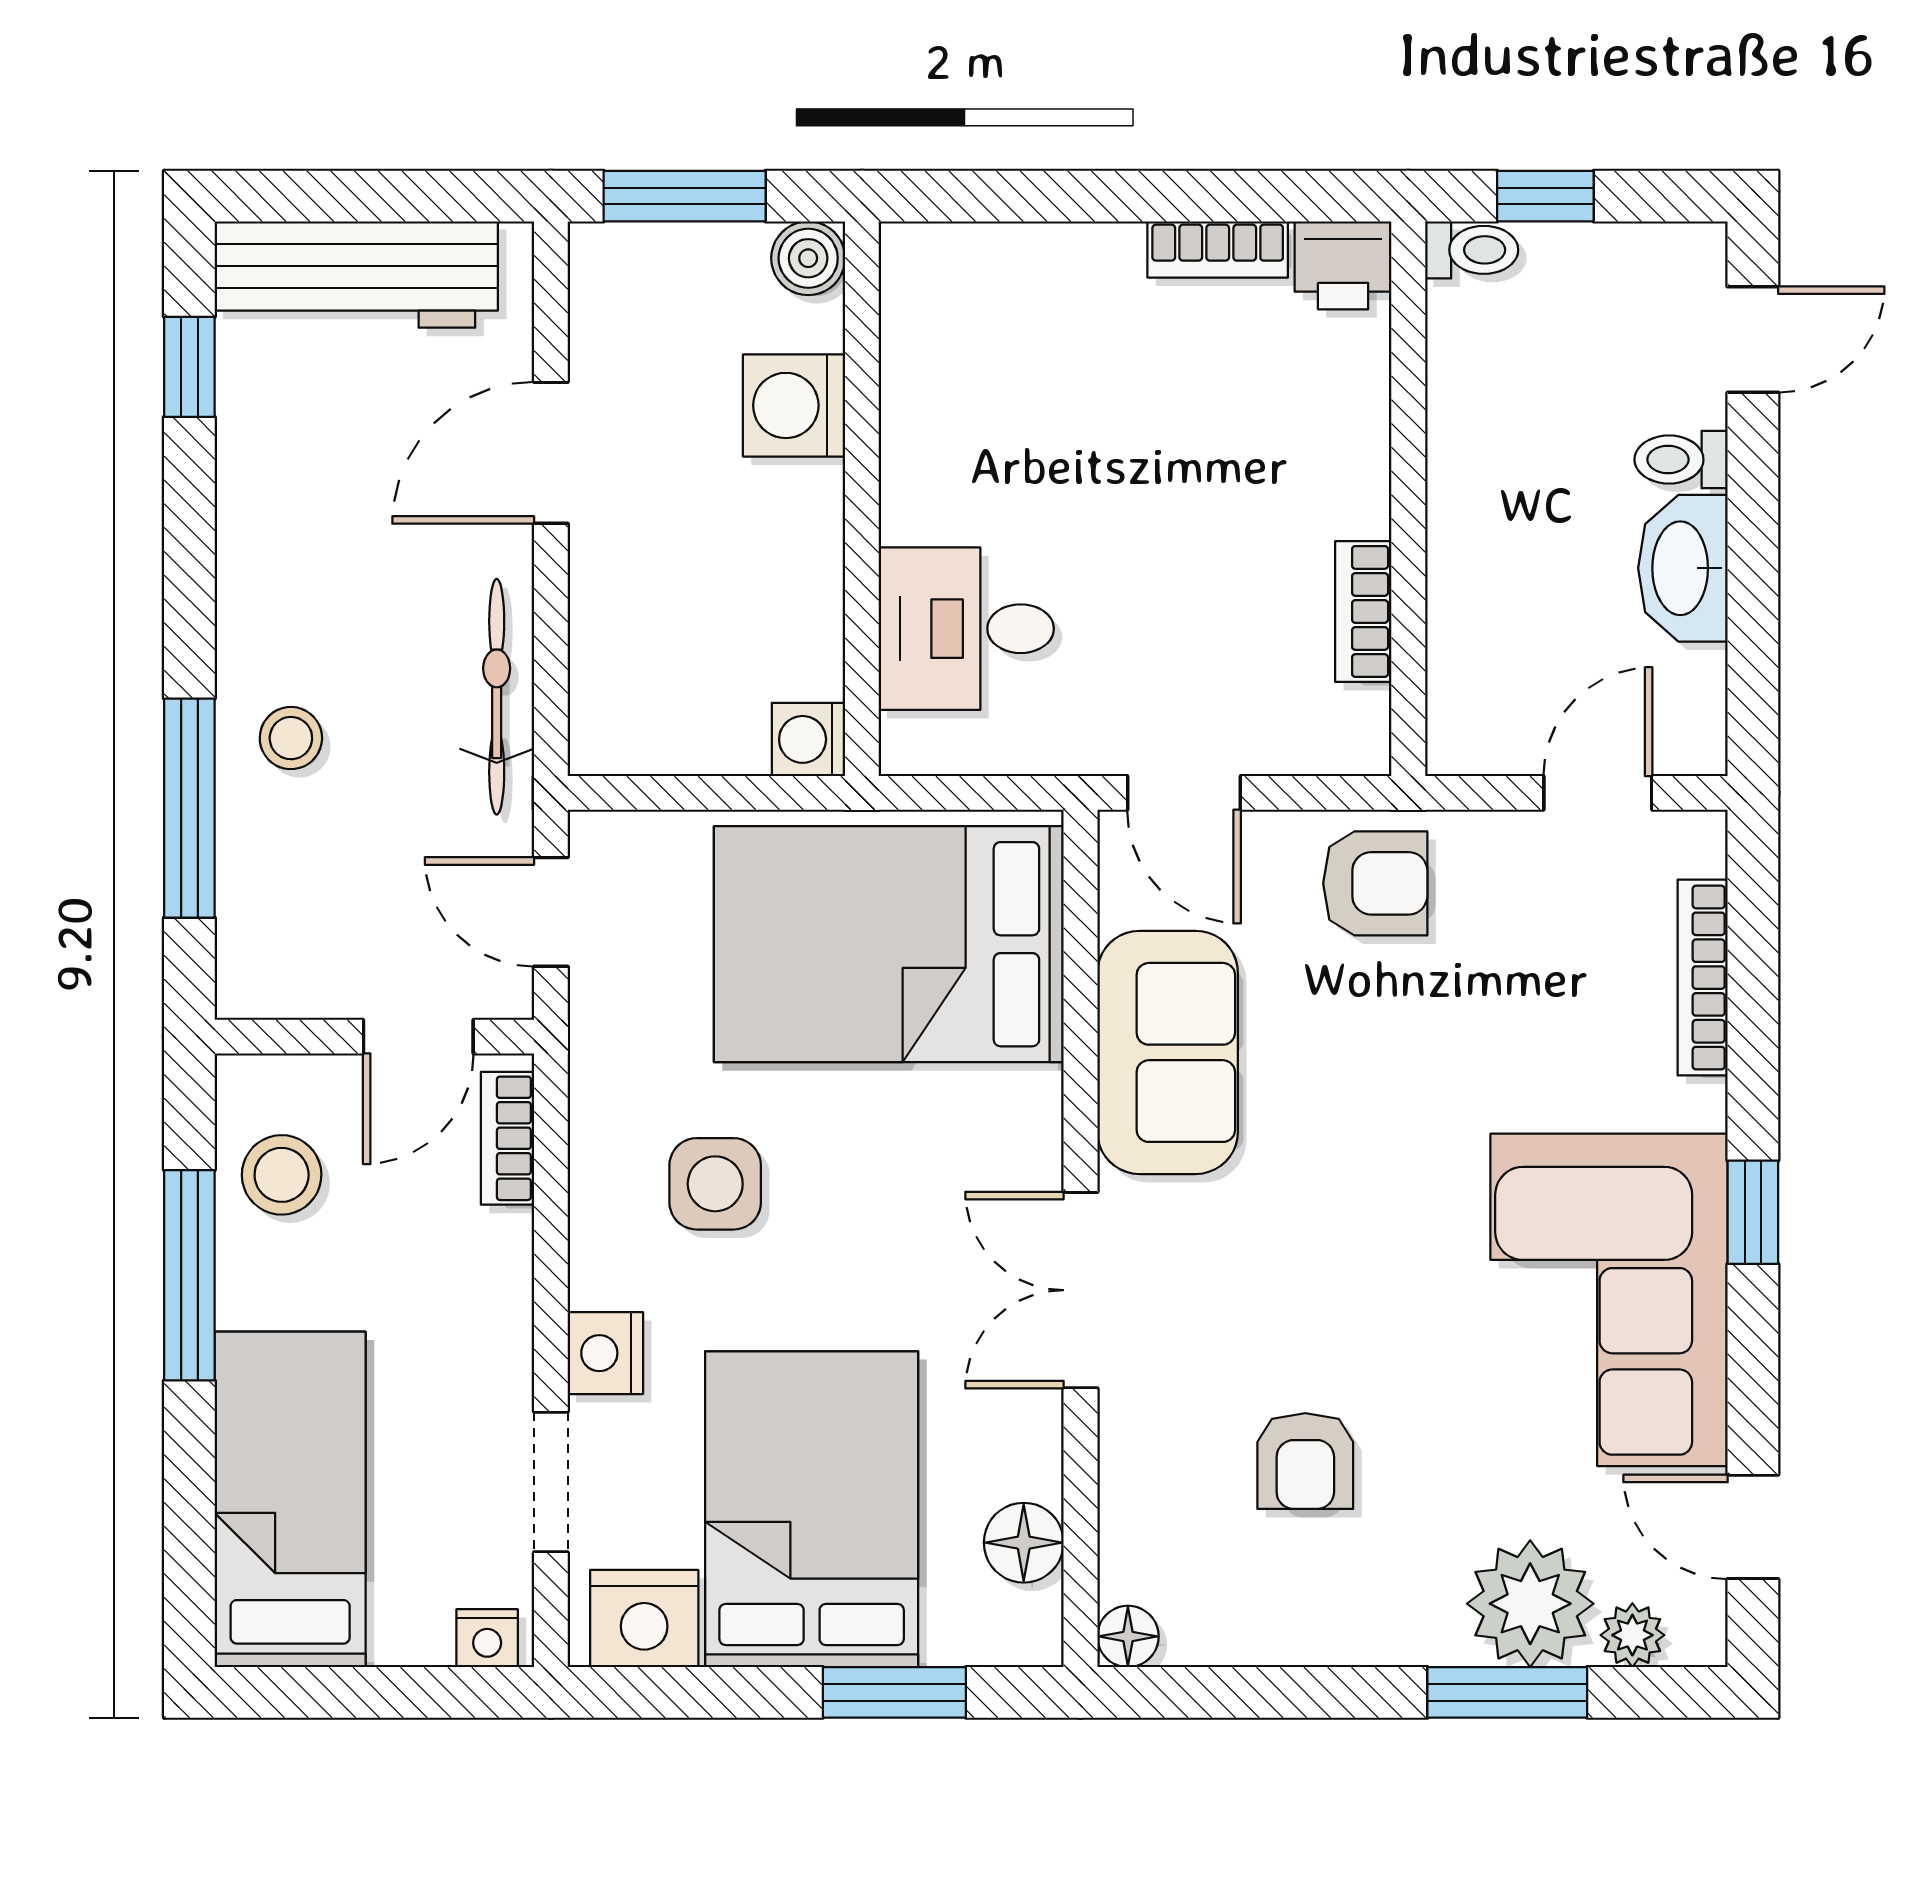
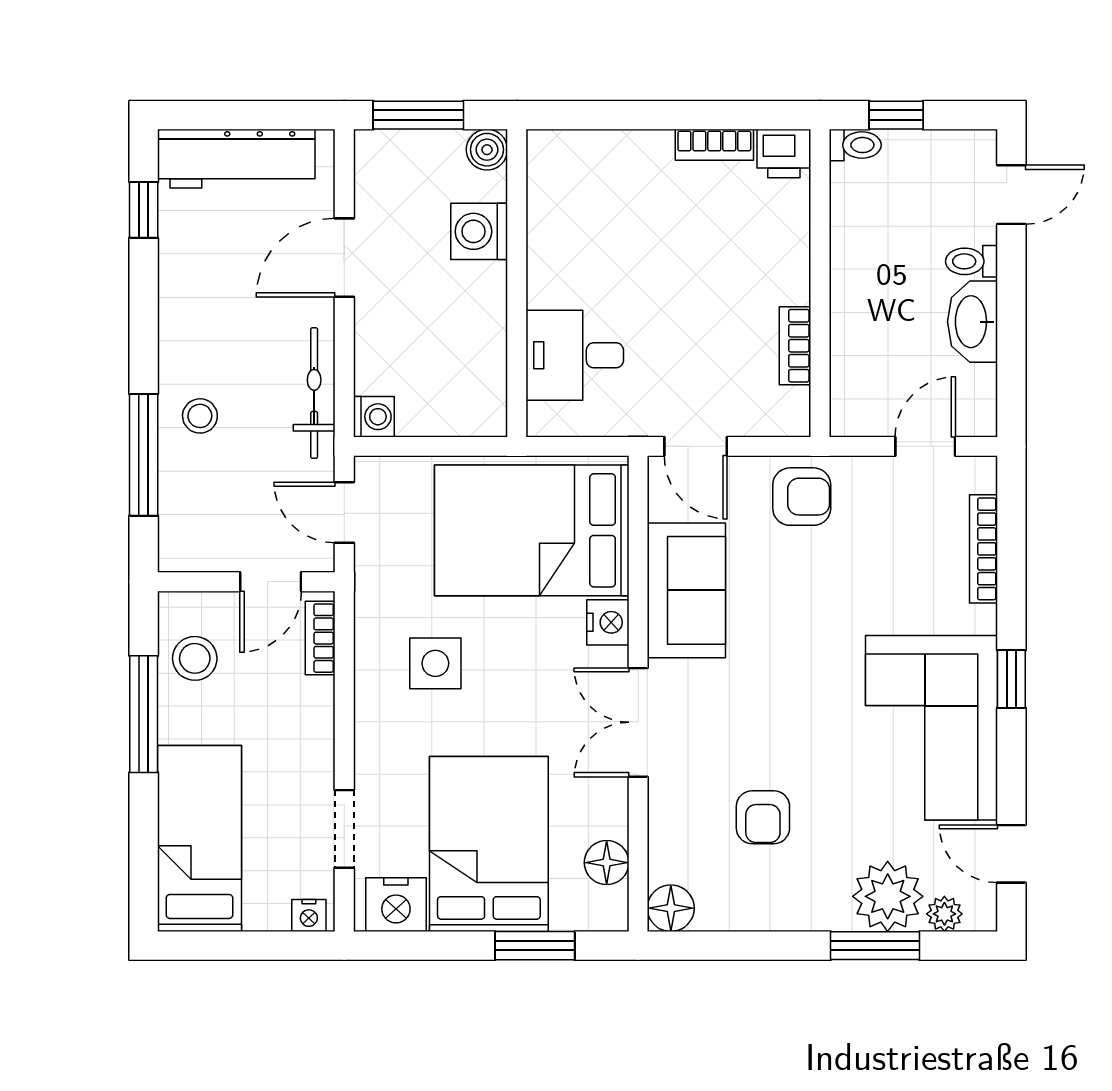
washing machine: (808, 739) -> (374, 417), moved, turned 180
nightstand: (605, 1353) -> (608, 622), moved, turned 180
floor lamp: (1128, 1636) -> (671, 908), width x1.37, depth x1.37

